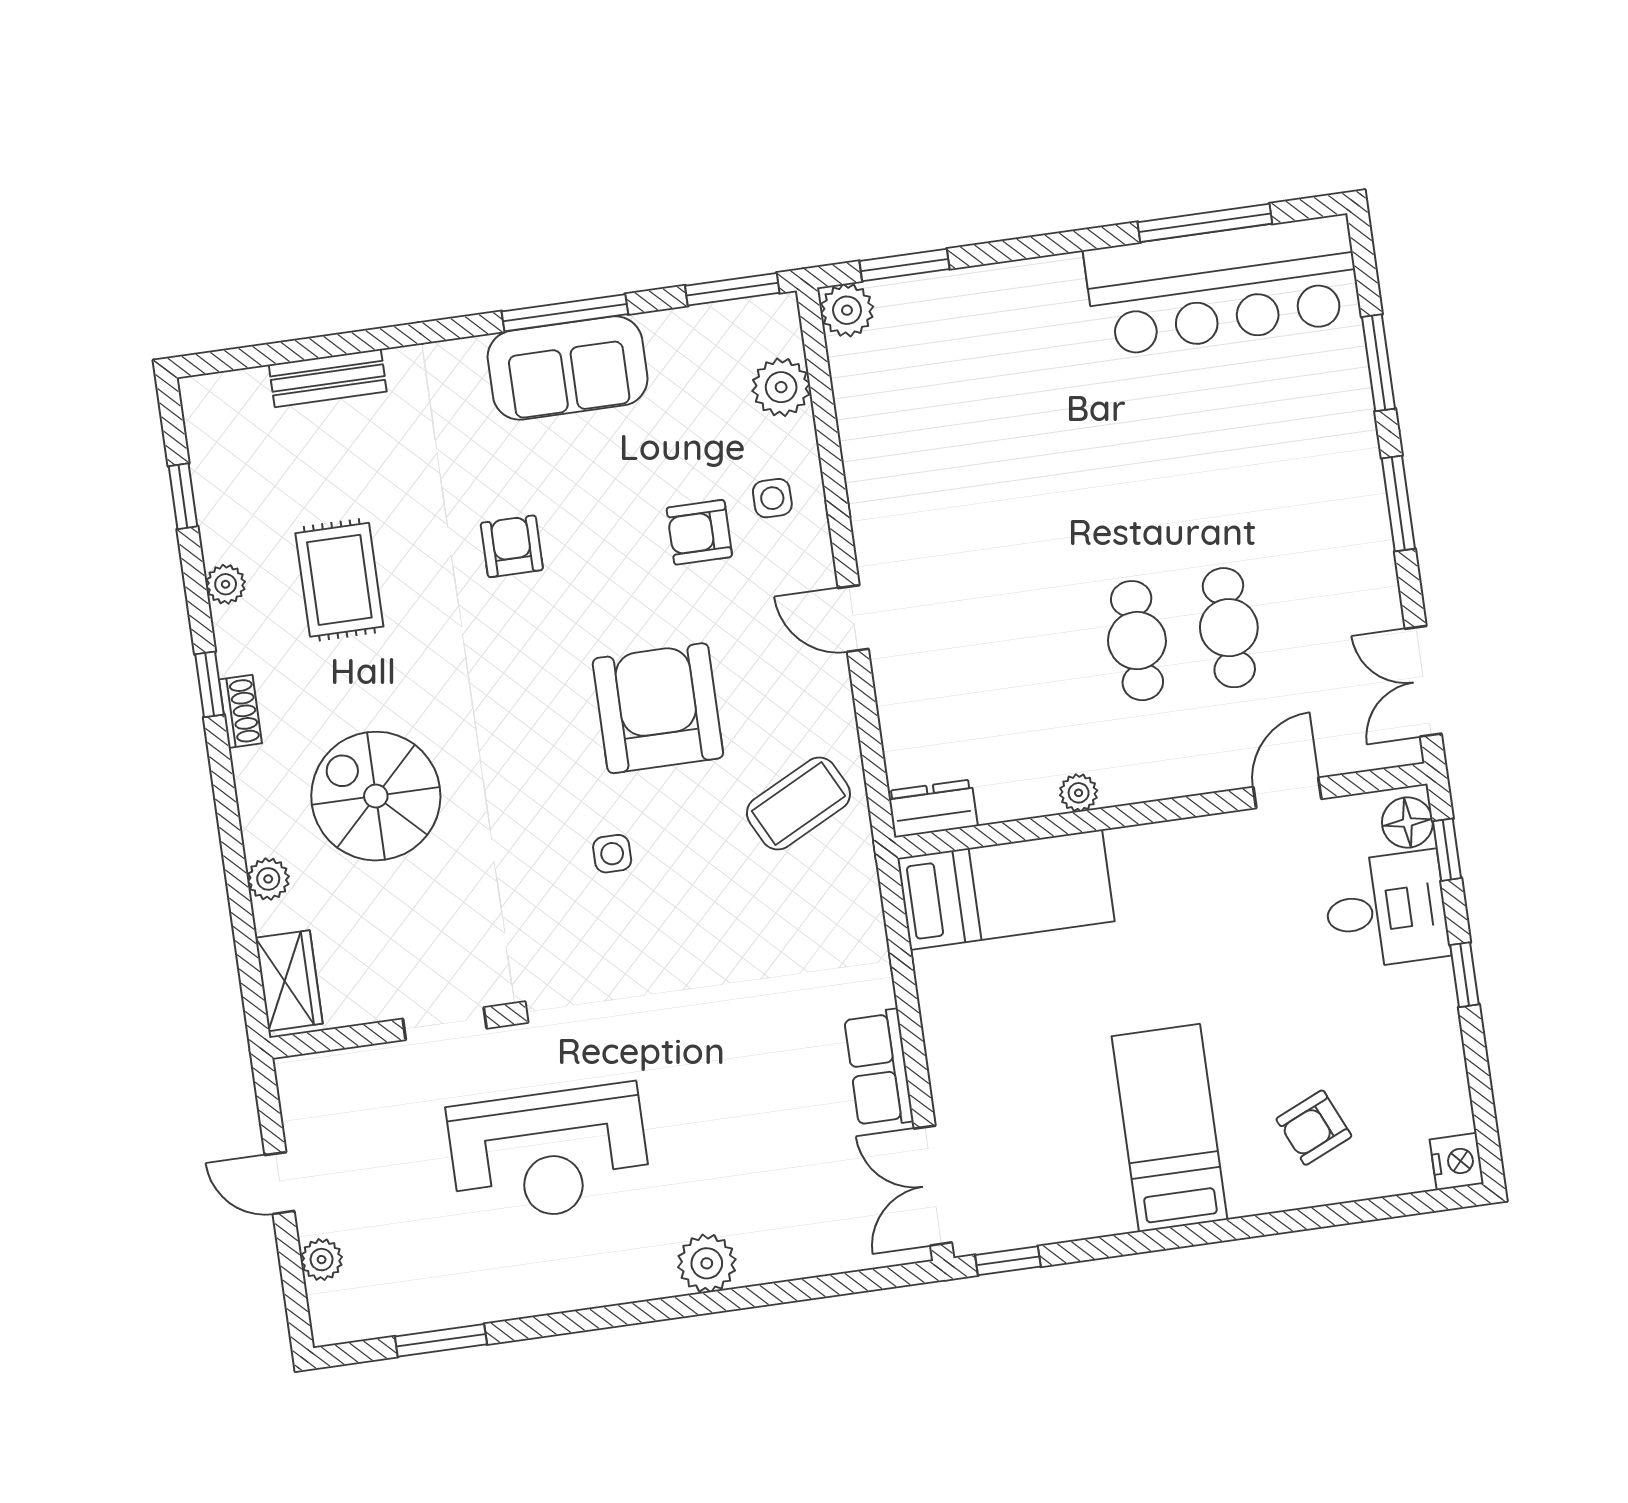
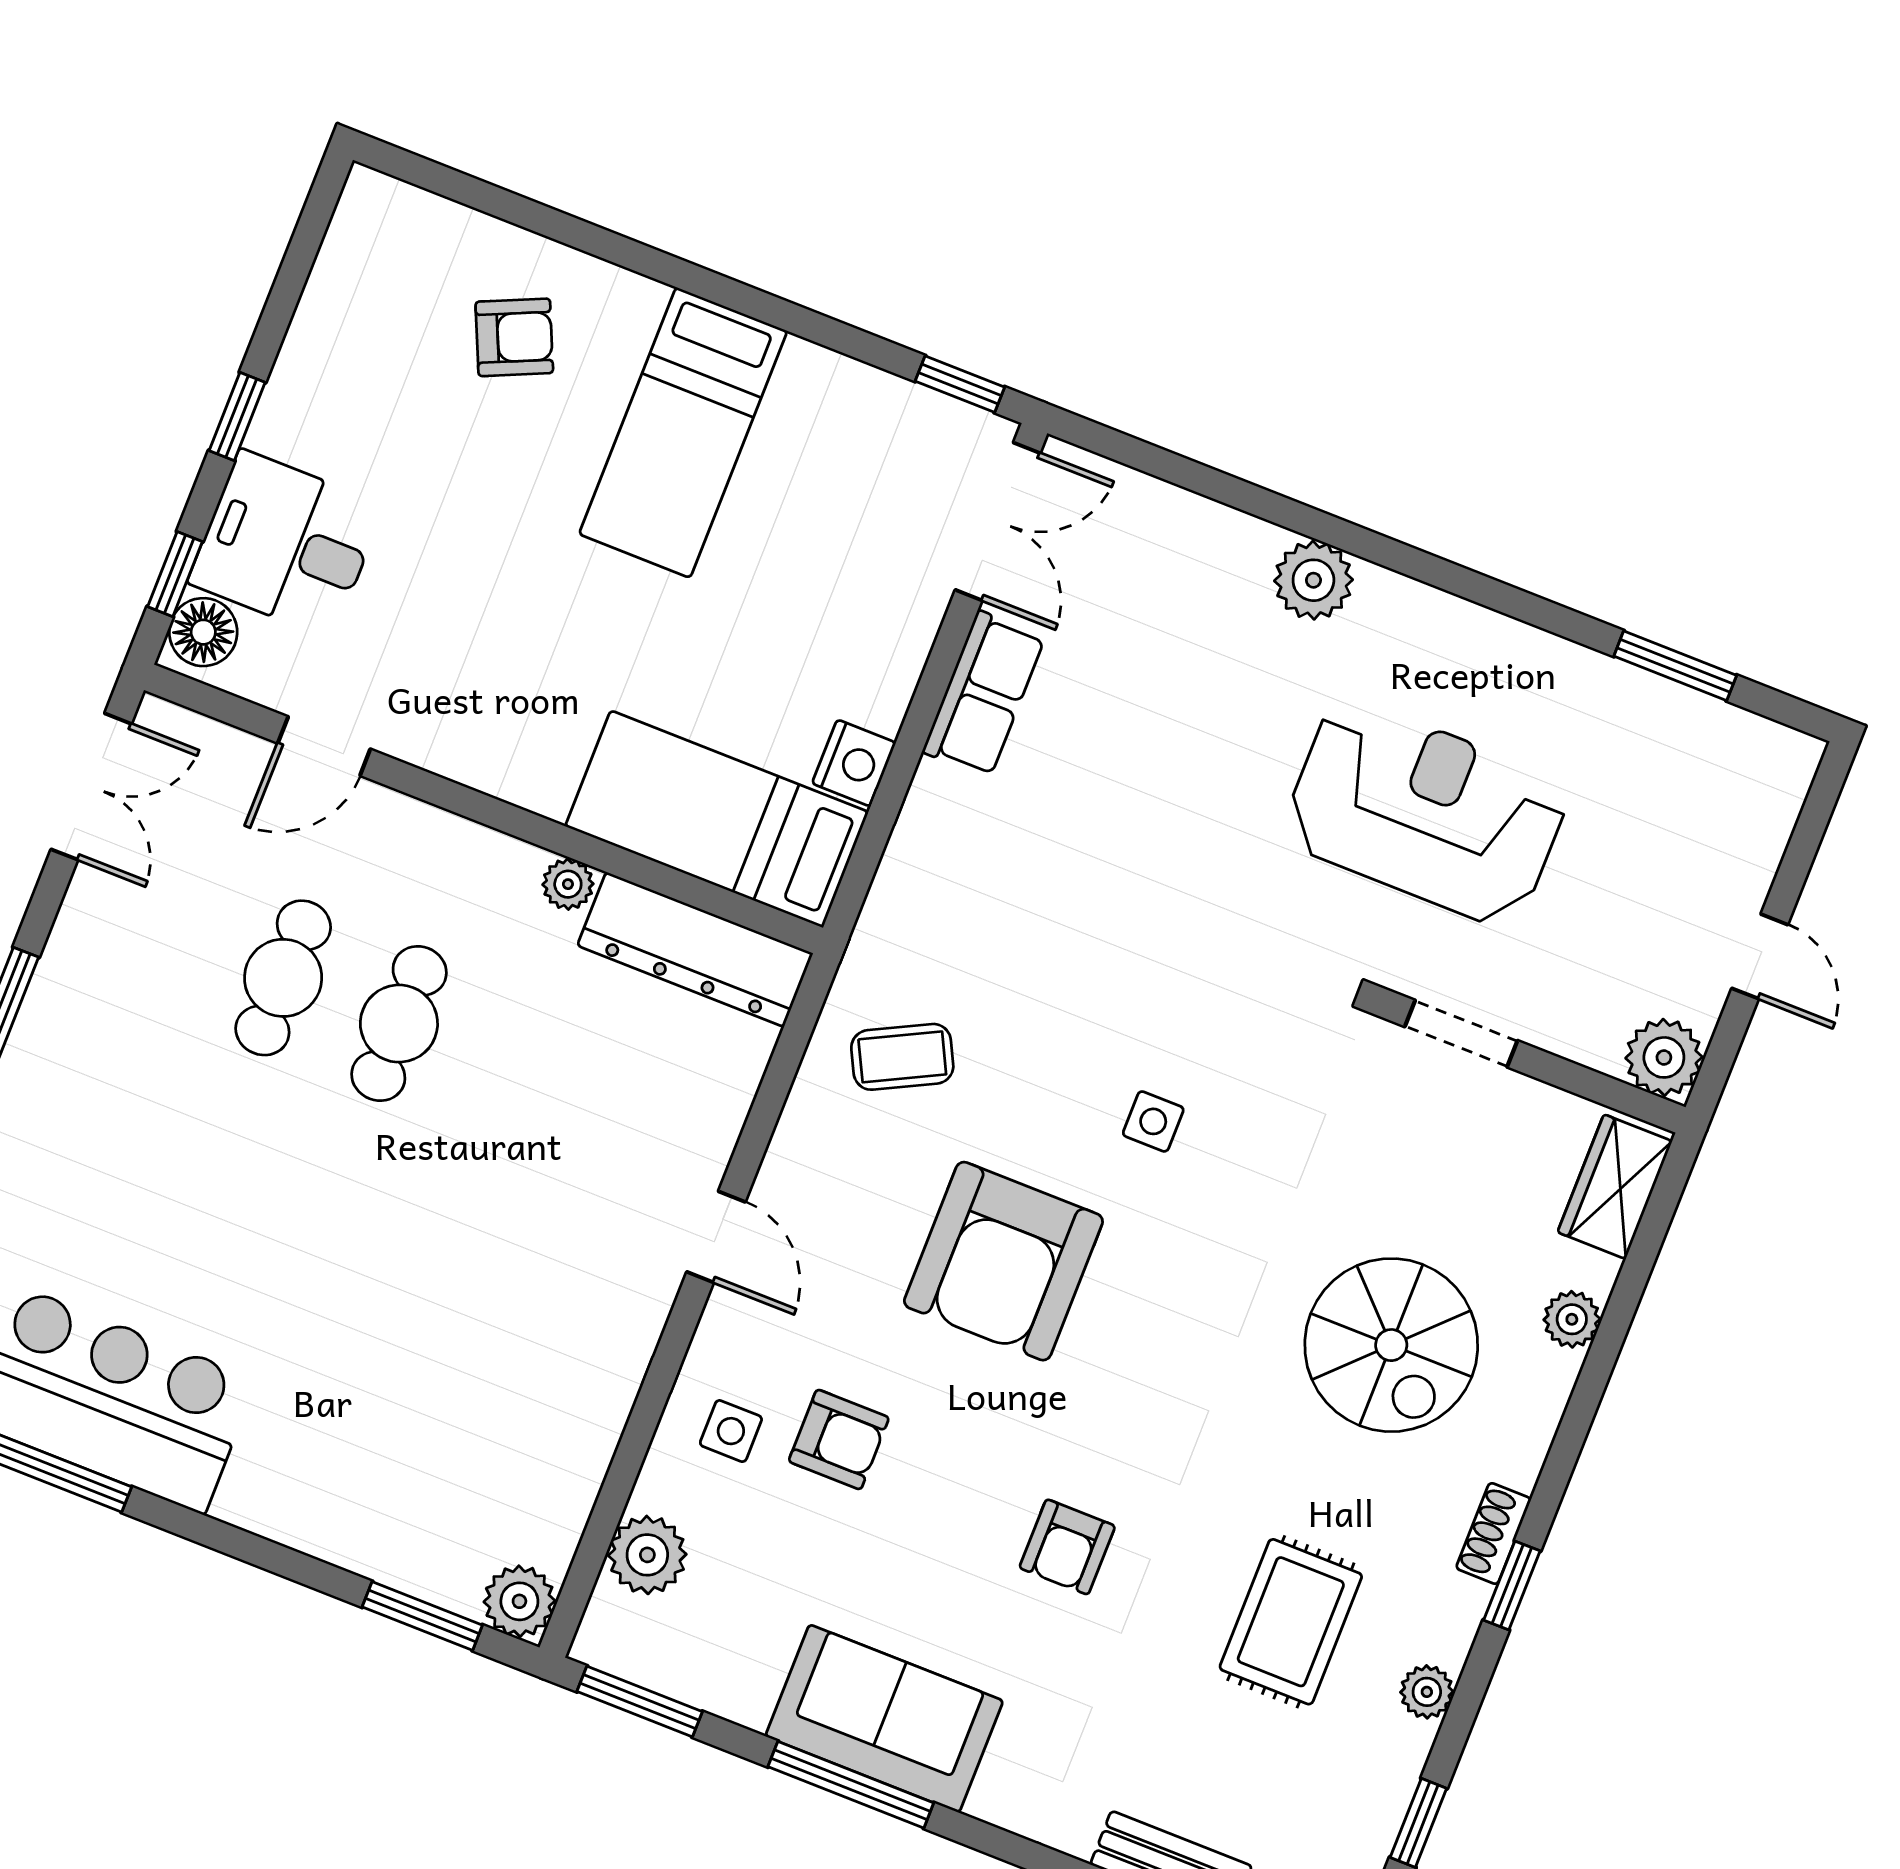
coffee table: (798, 804) -> (902, 1057), width x0.73, depth x0.77
dresser: (933, 809) -> (695, 949), width x1.96, depth x1.24
nightstand: (1457, 1161) -> (854, 763), moved, turned 180
plant: (322, 1260) -> (1664, 1057), moved, width x1.38, depth x1.38

